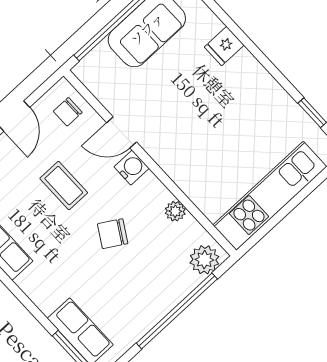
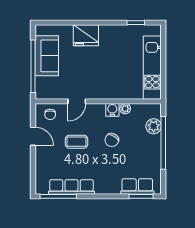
fridge: (224, 46) -> (86, 35), width x1.88, depth x1.34
water cooler: (132, 168) -> (112, 110), moved
plant: (204, 260) -> (154, 126), moved

